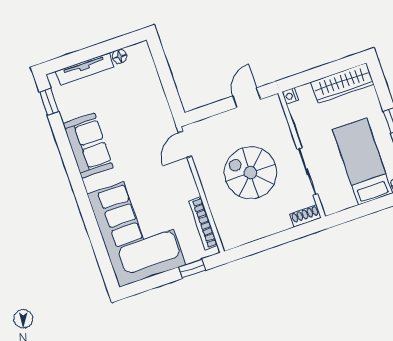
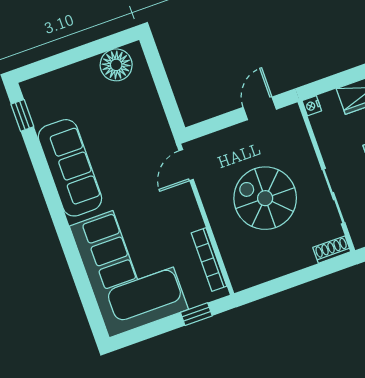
floor lamp: (120, 56) -> (116, 65), width x1.89, depth x1.89
tv unit: (85, 69) -> (65, 76), removed
sofa: (88, 146) -> (70, 168), width x1.36

